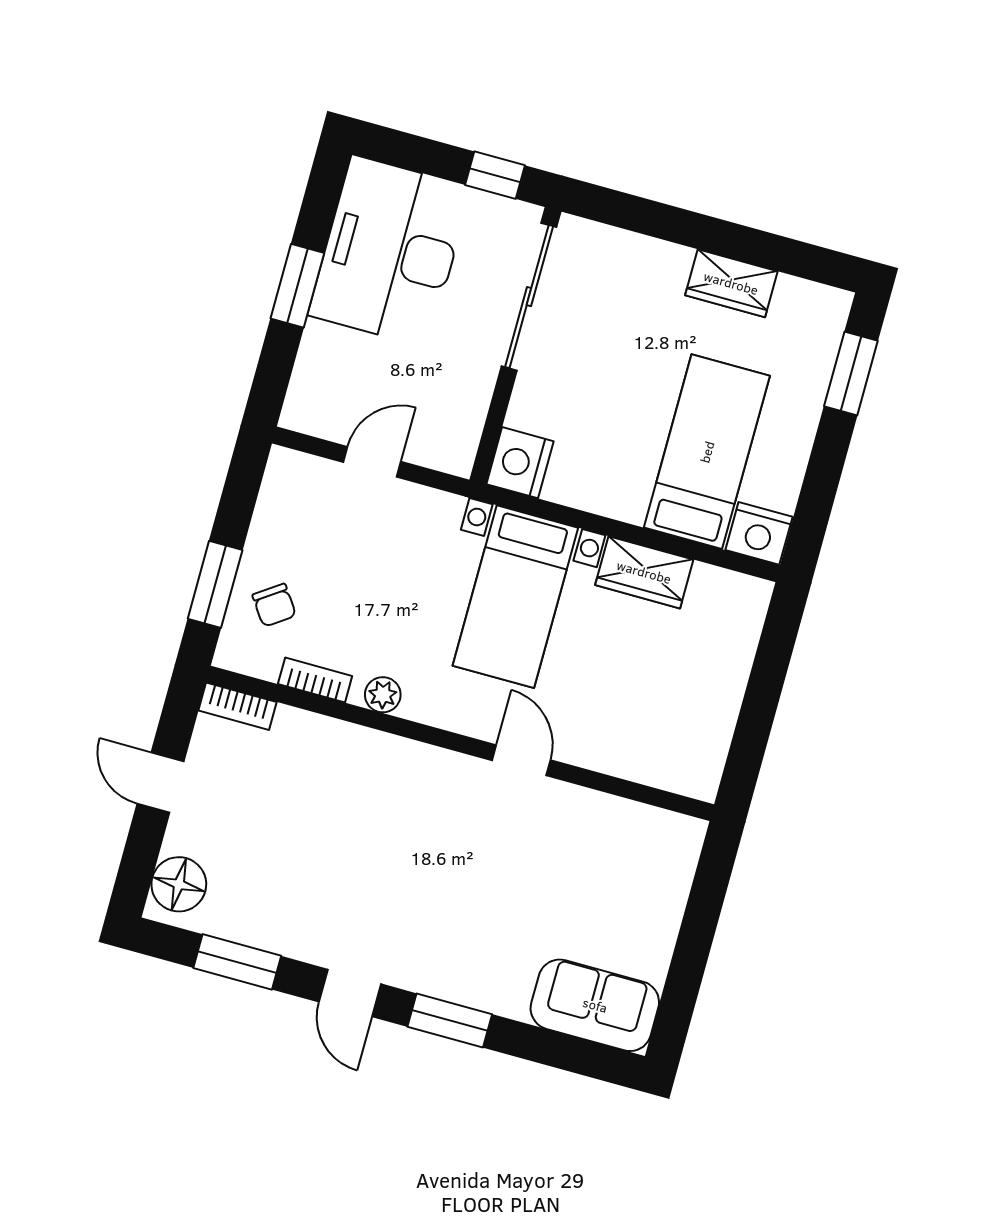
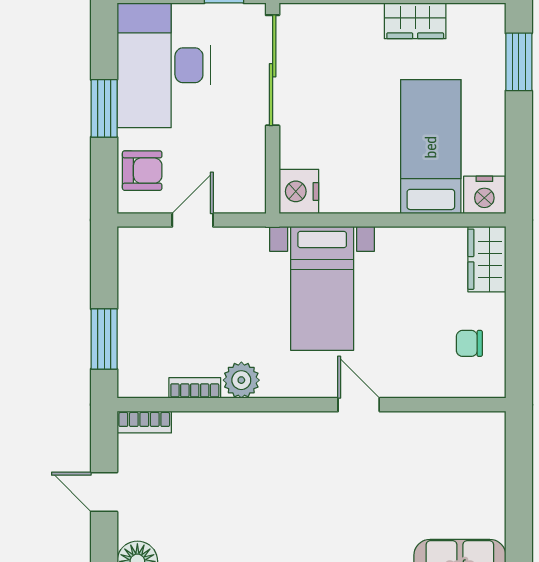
armchair: (324, 380) -> (142, 171), added
wardrobe: (644, 572) -> (487, 259), moved, turned 90
chair: (274, 605) -> (469, 343), moved, turned 125
plant: (383, 695) -> (241, 380), width x1.38, depth x1.38

